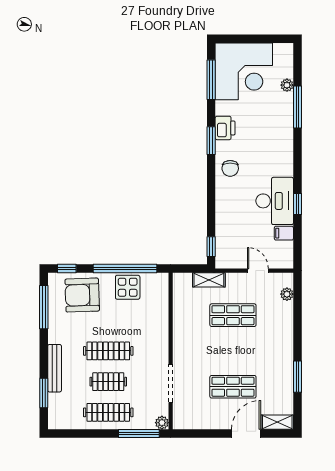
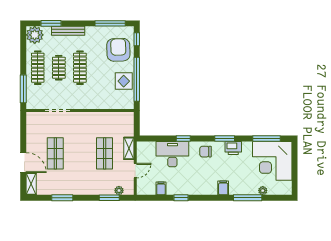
filing cabinet: (283, 143) -> (223, 188), added
desk: (275, 201) -> (172, 154), moved, turned 180
window: (211, 247) -> (183, 138), moved
shelving: (209, 280) -> (129, 148), moved
window: (297, 308) -> (109, 198), added
plant: (162, 423) -> (35, 35), moved, width x1.88, depth x1.88

